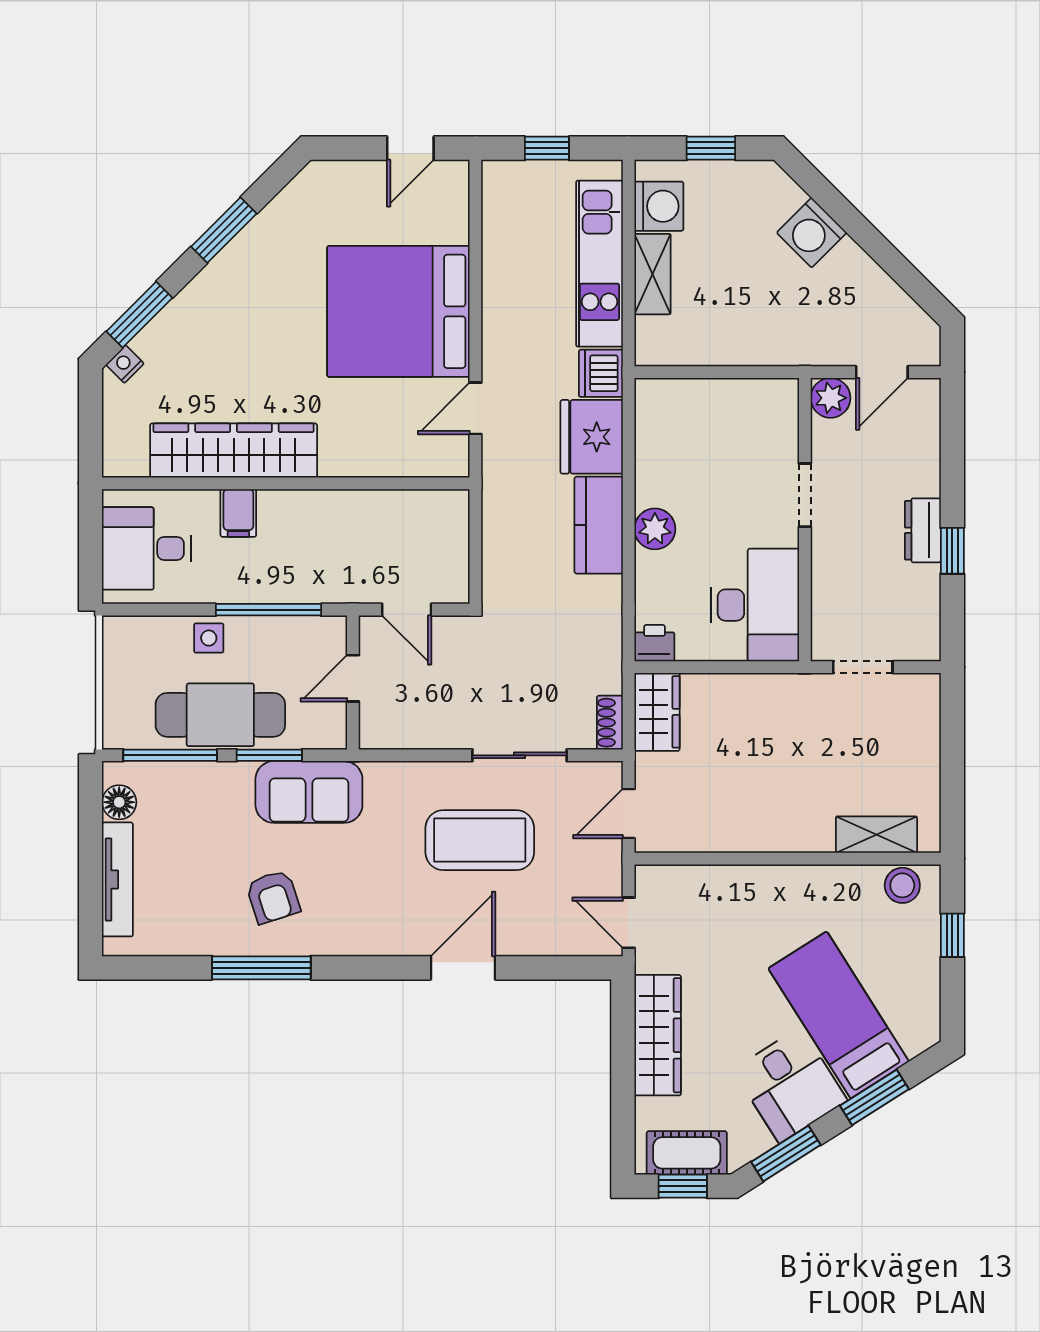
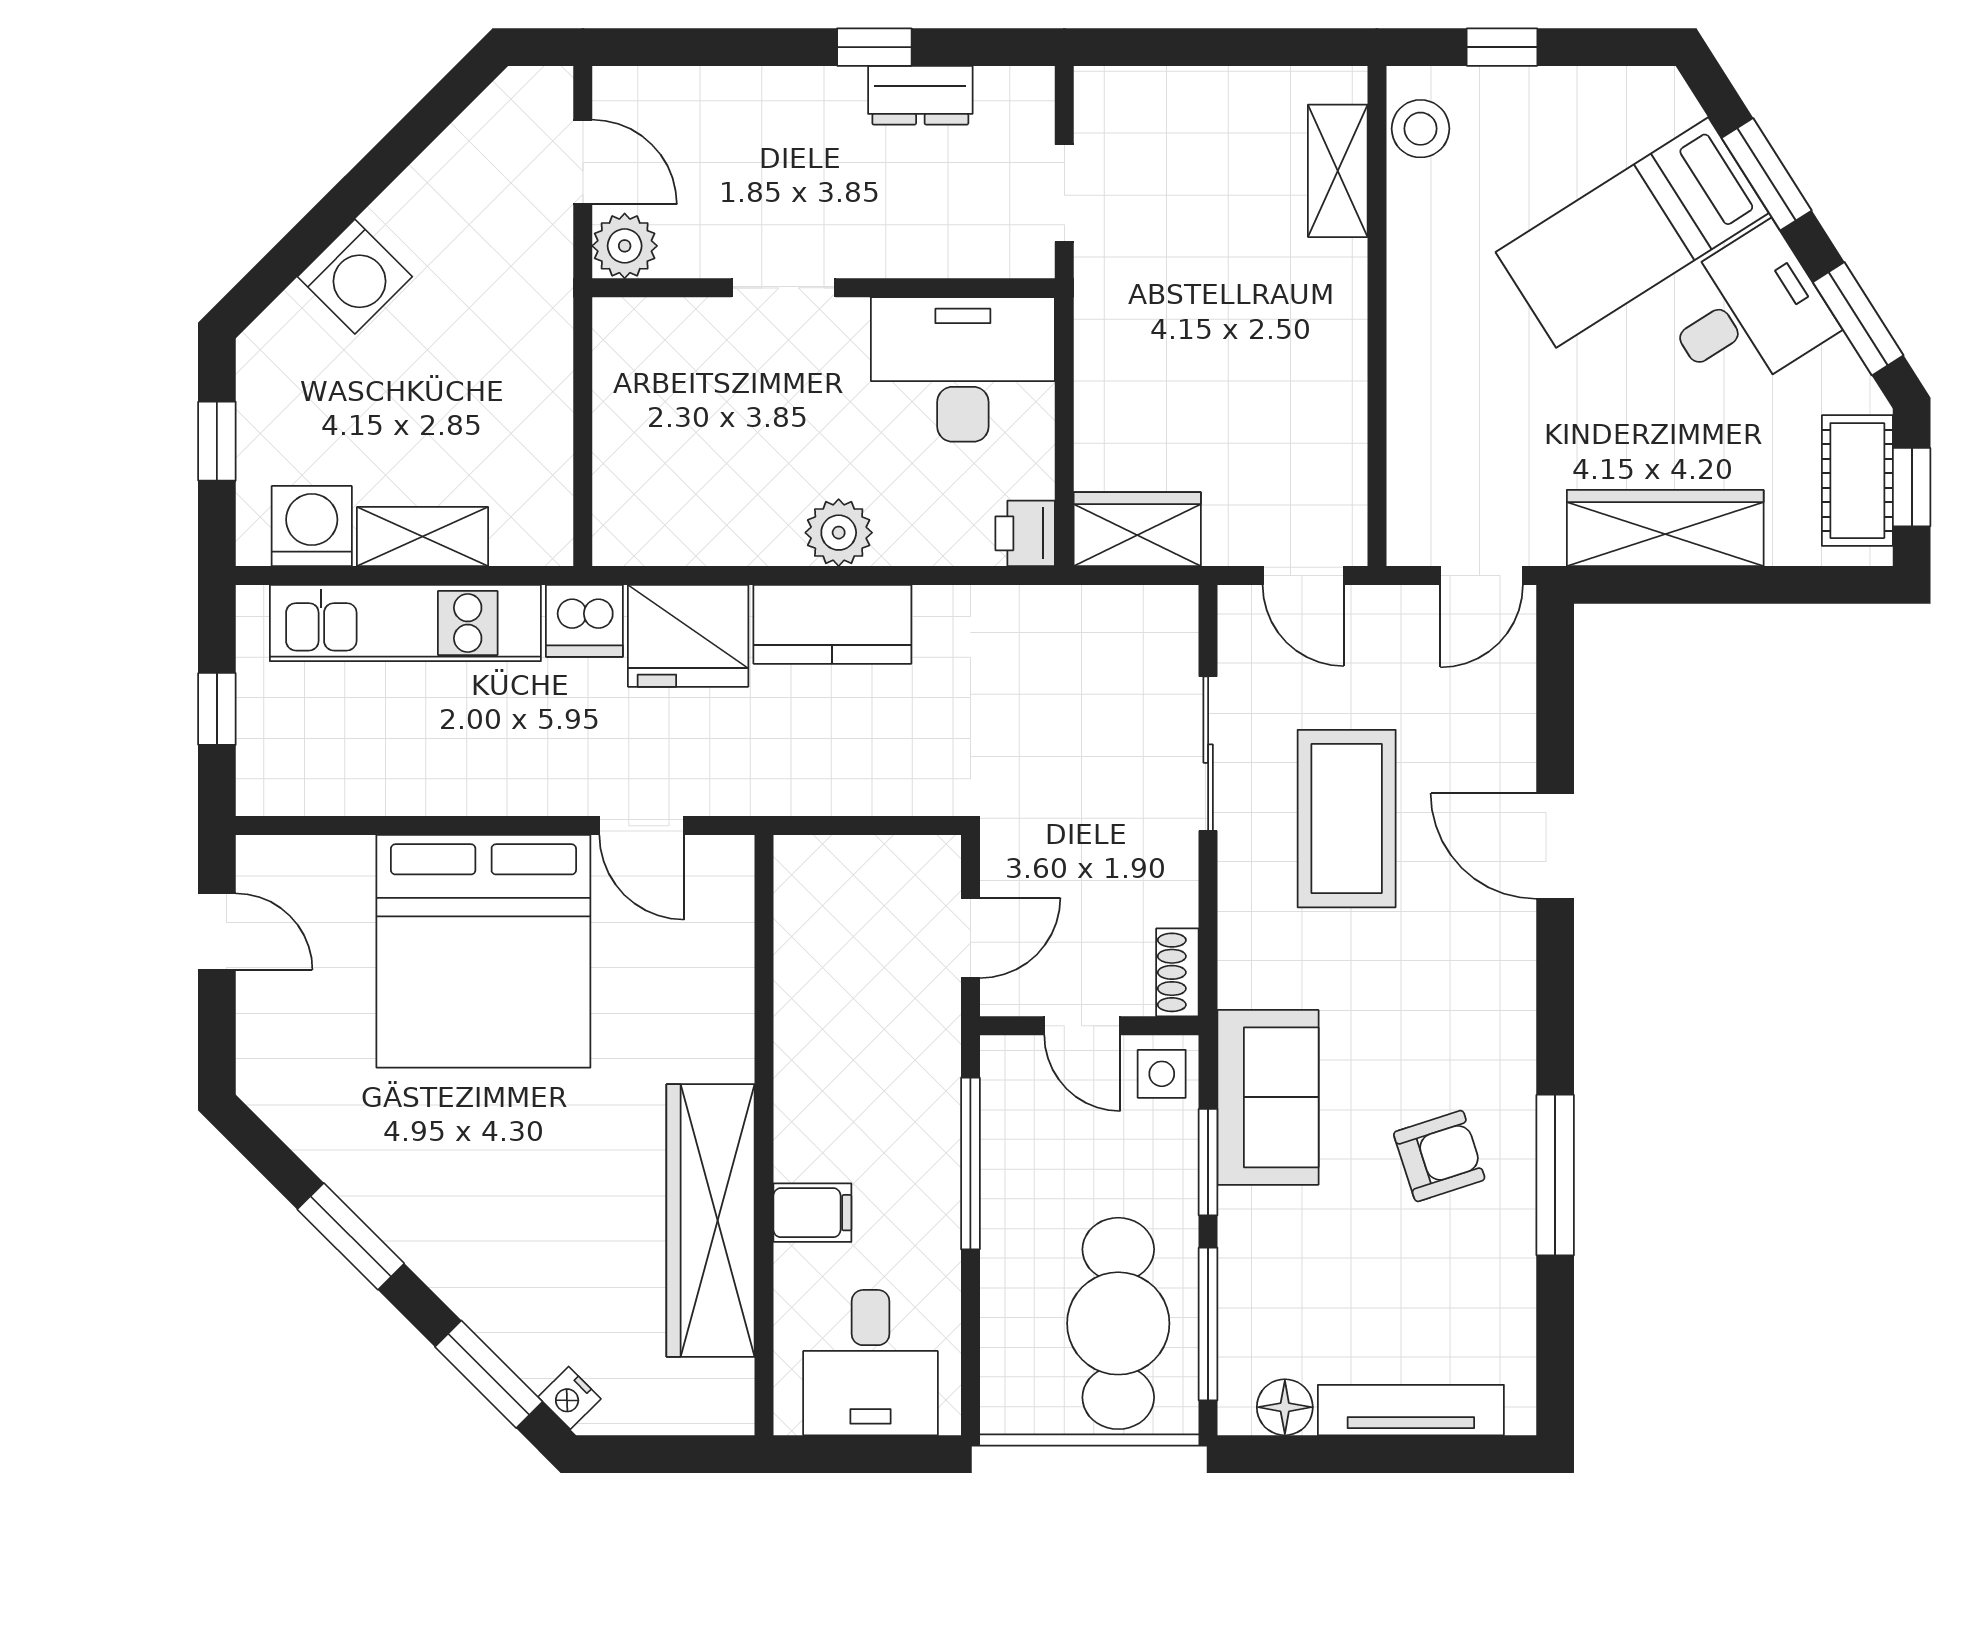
dresser: (923, 530) -> (920, 95), moved
side table: (209, 638) -> (1162, 1074), moved
cafe table: (220, 715) -> (1118, 1323), moved
shoe rack: (610, 723) -> (1177, 972), moved, turned 90

